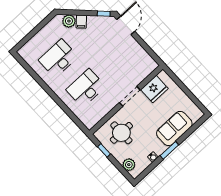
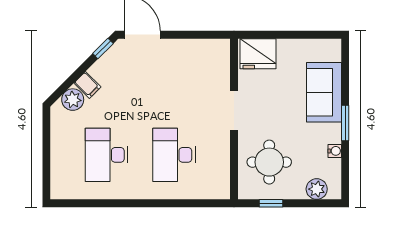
fridge: (154, 89) -> (258, 54), moved, turned 90

